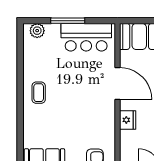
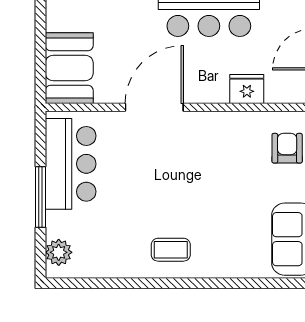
fridge: (128, 120) -> (247, 89), moved

